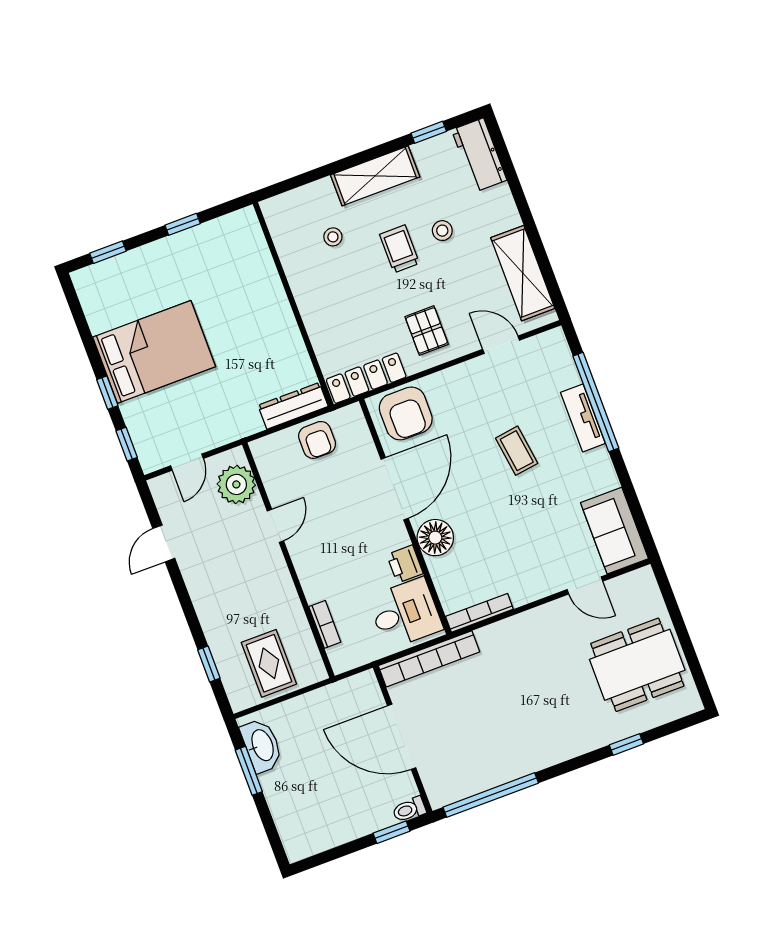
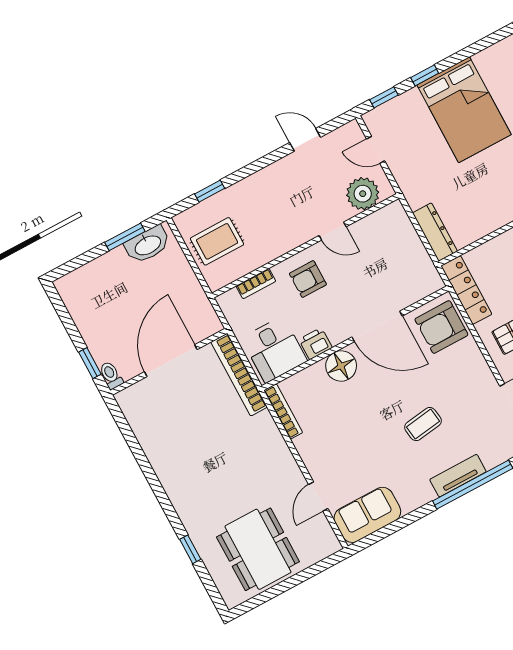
armchair: (317, 440) -> (308, 279), moved
window: (491, 795) -> (132, 442), removed

